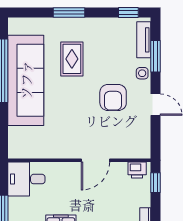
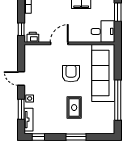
sofa: (26, 80) -> (103, 73), moved
armchair: (113, 97) -> (71, 74), moved

